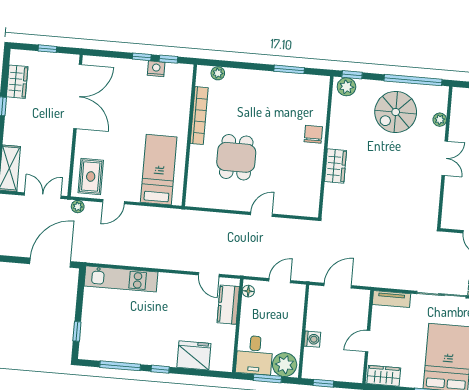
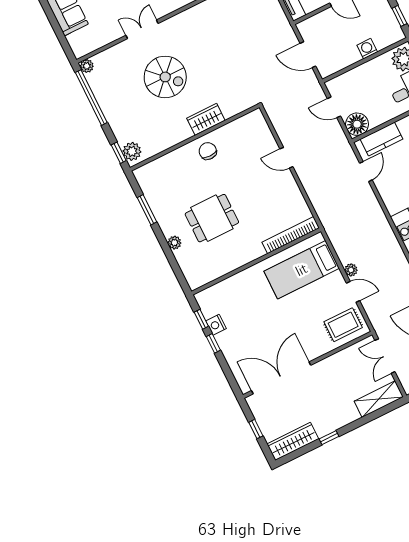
plant: (218, 73) -> (174, 243), moved
wardrobe: (17, 82) -> (293, 441), width x1.50
spiral stairs: (396, 112) -> (165, 77), moved
bookcase: (199, 116) -> (291, 235), moved
plant: (440, 120) -> (87, 66), moved
chair: (313, 134) -> (208, 151), moved, turned 90
dining table: (236, 157) -> (212, 218), moved
plant: (78, 207) -> (351, 270), moved
floor lamp: (248, 291) -> (357, 124), width x1.89, depth x1.89

